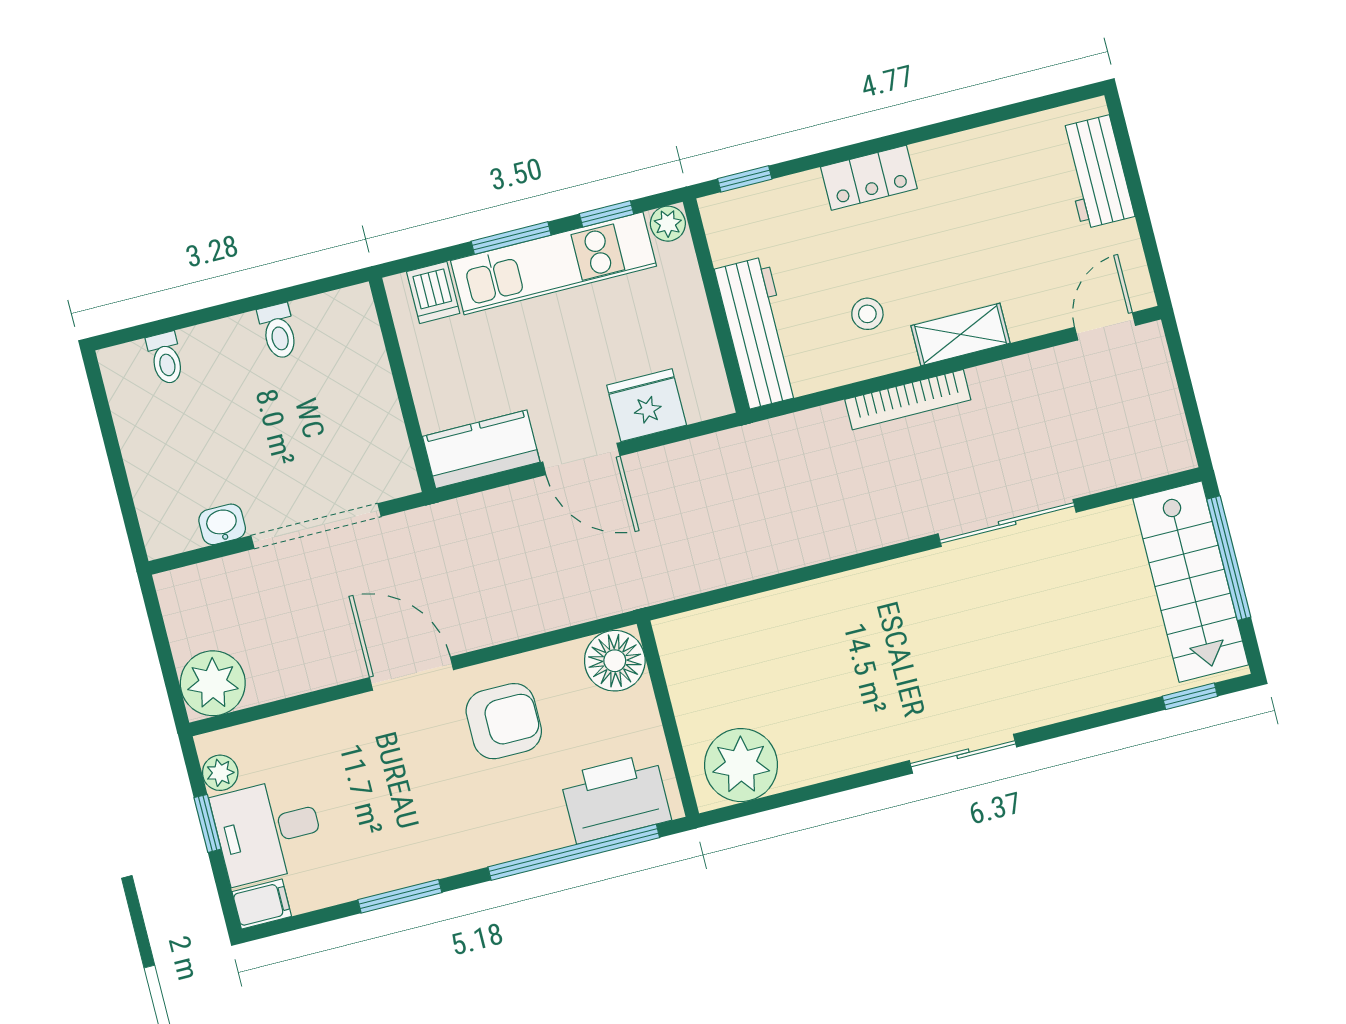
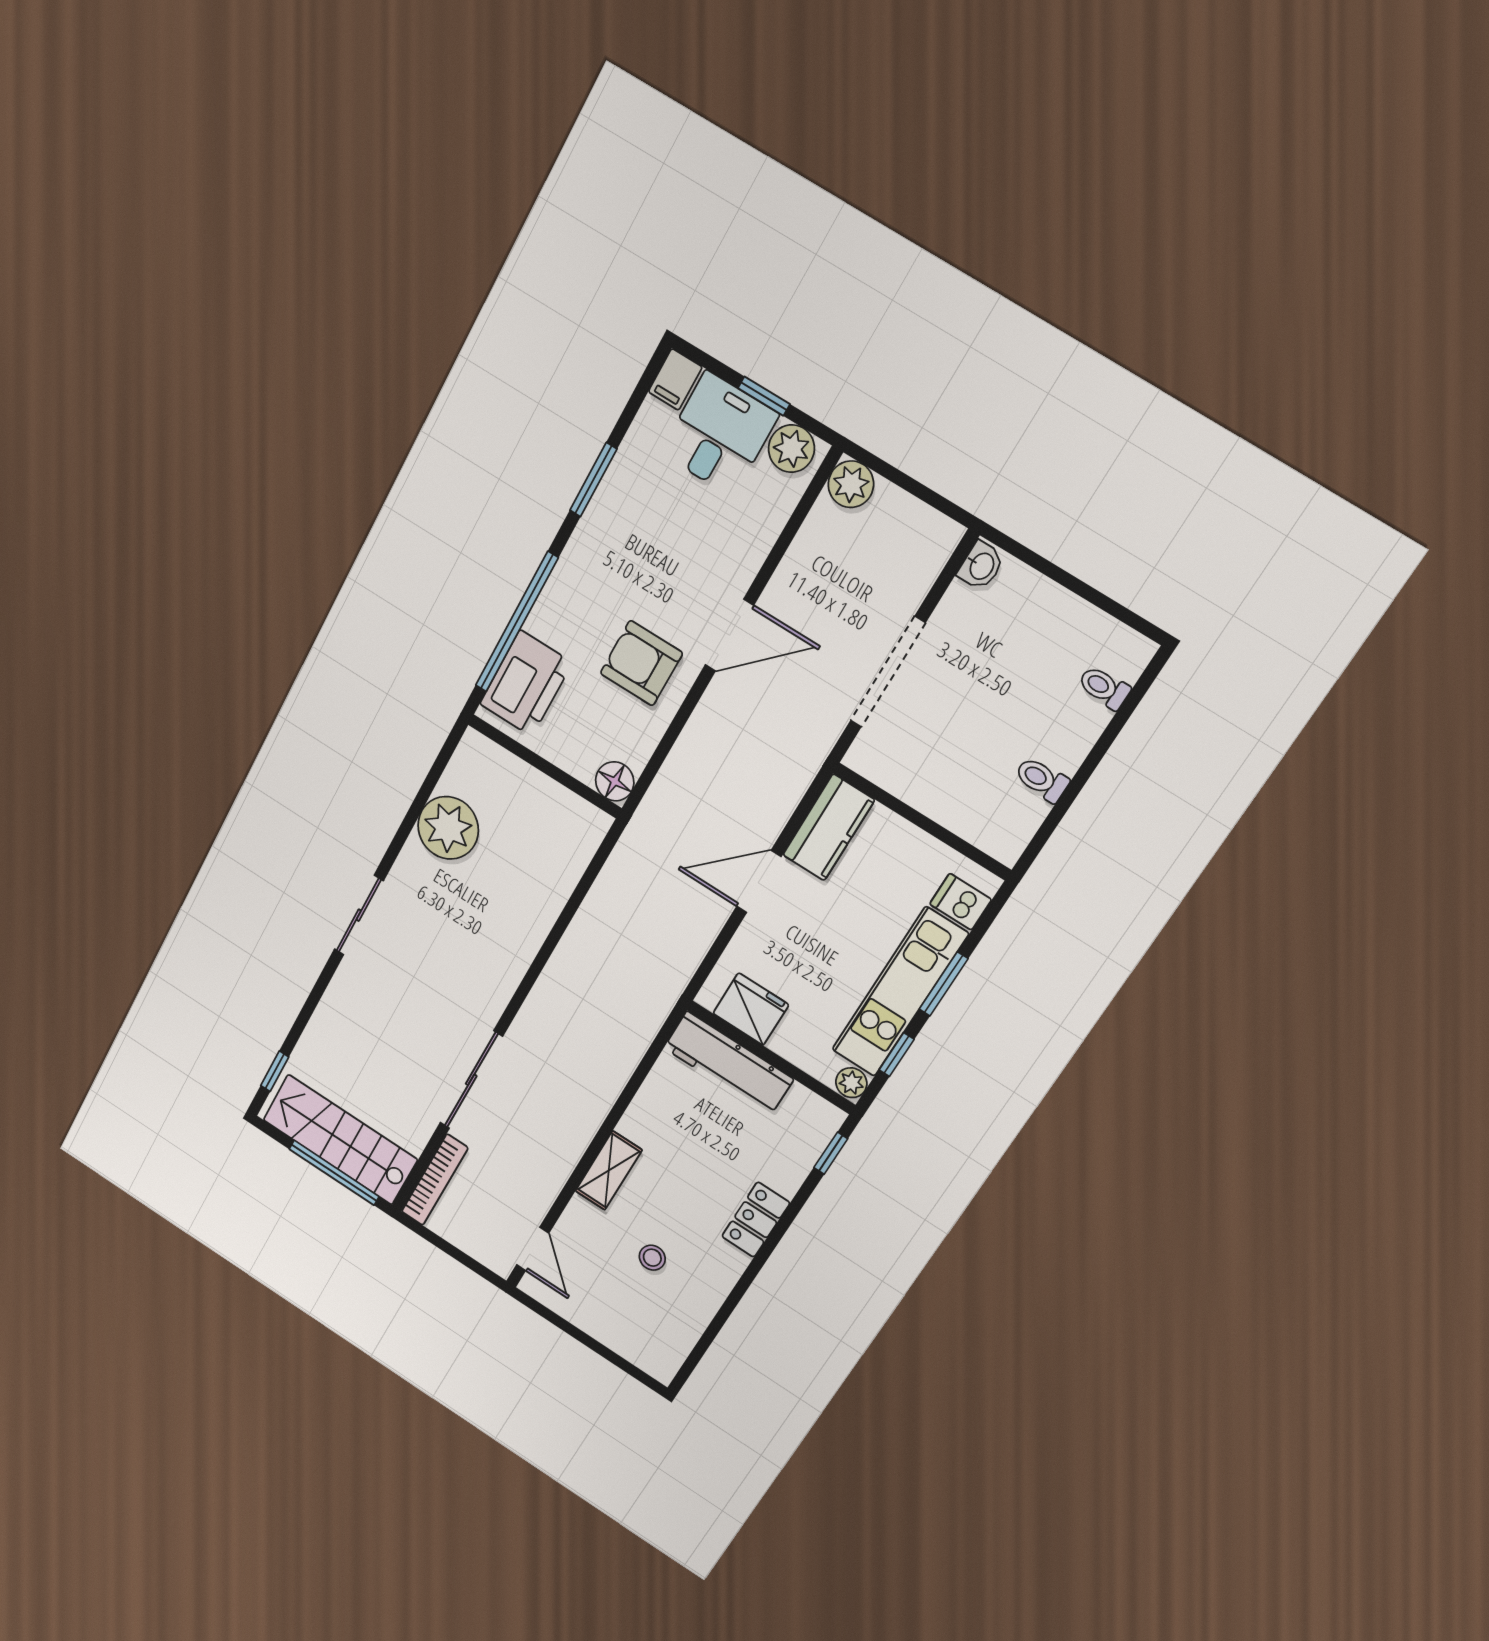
workbench: (1096, 172) -> (628, 1337), removed
stool: (867, 314) -> (652, 1258), moved
bookcase: (908, 400) -> (435, 1180), moved, turned 180
fridge: (647, 405) -> (751, 1009), moved, turned -90
washbasin: (222, 524) -> (981, 566), moved
floor lamp: (615, 661) -> (615, 781), width x0.73, depth x0.73
plant: (213, 683) -> (851, 484), width x0.73, depth x0.73
armchair: (504, 721) -> (641, 663), turned 90
plant: (741, 765) -> (448, 828), moved
plant: (220, 773) -> (791, 449), width x1.38, depth x1.38

